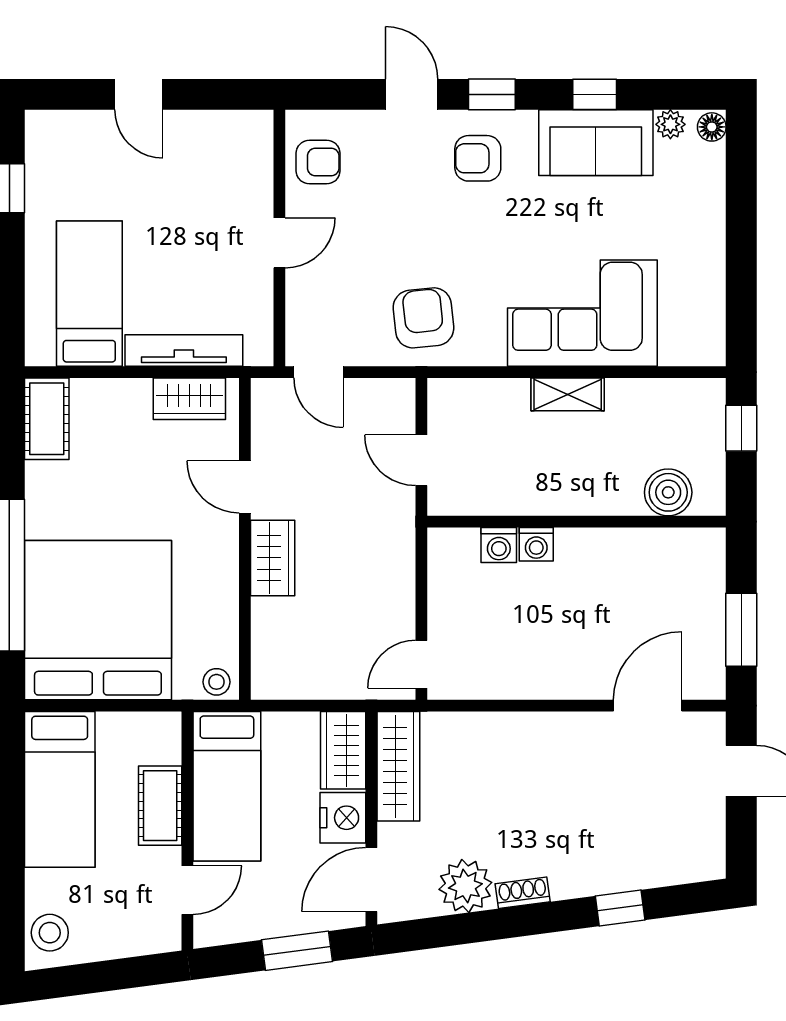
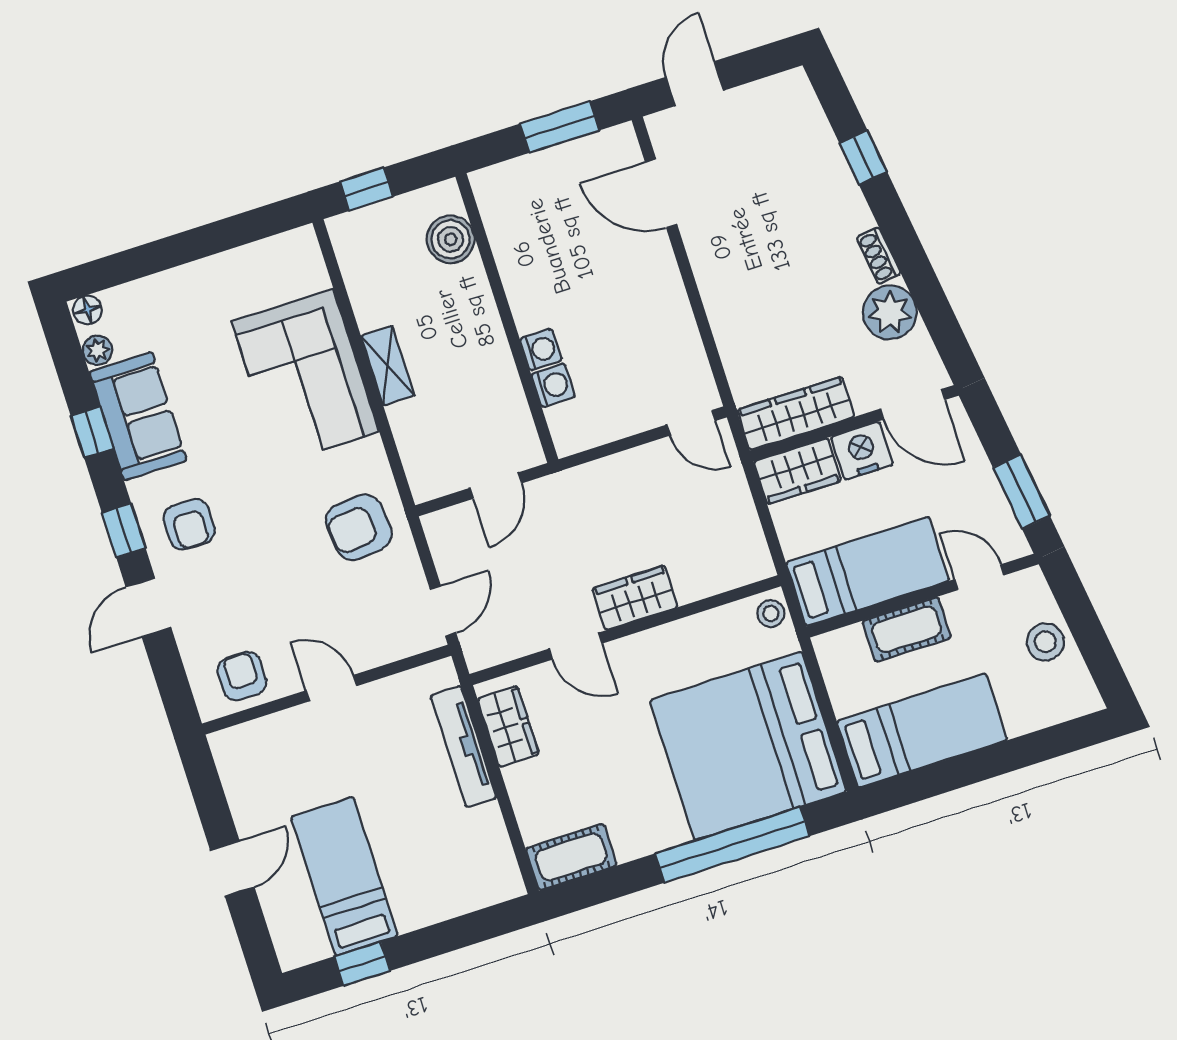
bed: (89, 294) -> (344, 876), moved, turned 90
door: (245, 487) -> (576, 646), hinge flipped
stool: (50, 933) -> (1045, 642), moved
window: (297, 951) -> (1021, 492), moved

